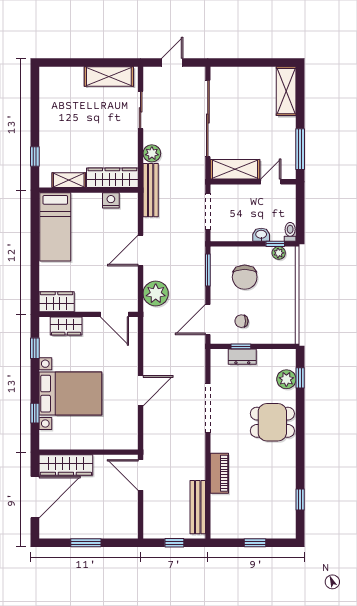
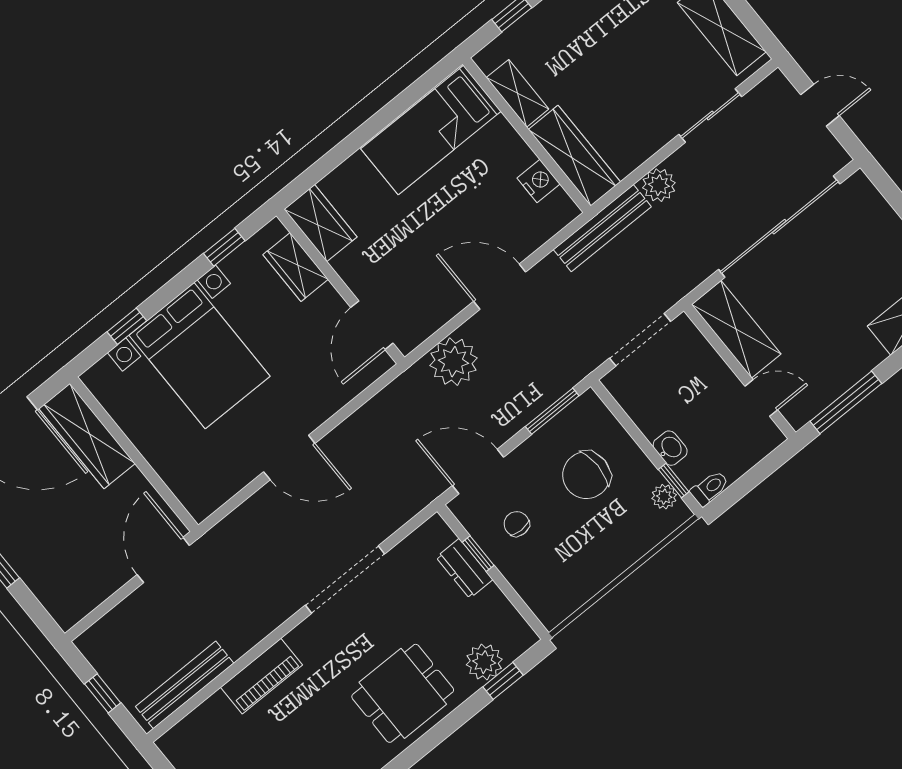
dining table: (272, 422) -> (403, 693), turned 90

